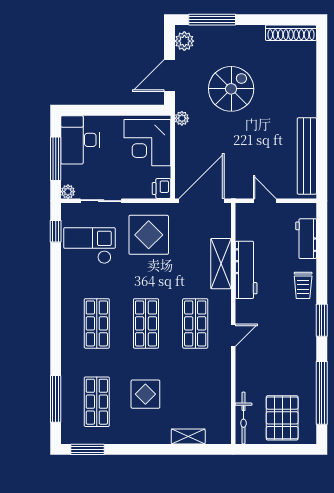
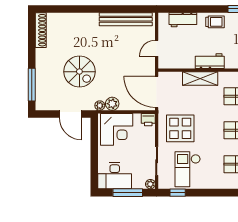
plant: (184, 41) -> (112, 104), moved
spiral stairs: (231, 89) -> (79, 72), turned 180
workbench: (246, 270) -> (210, 61), width x0.73

